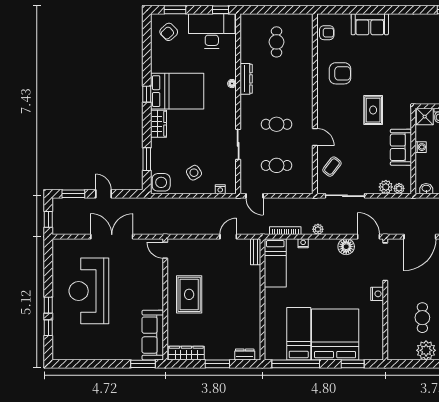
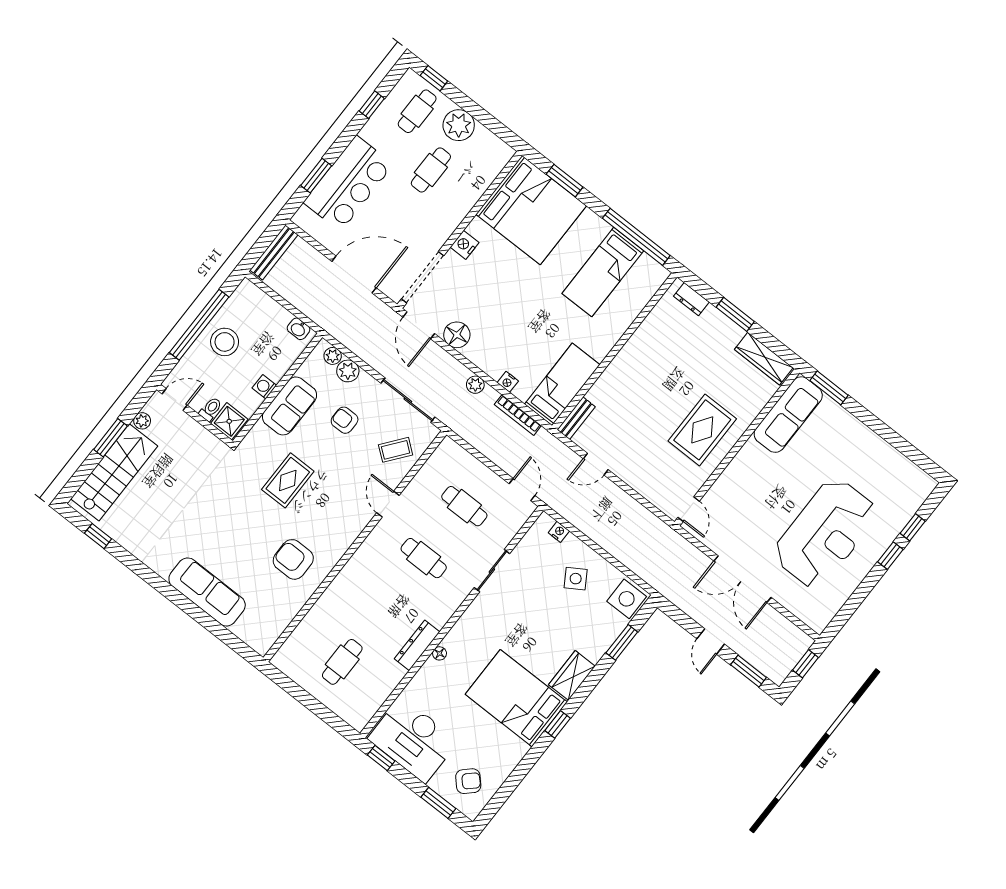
sofa: (370, 24) -> (207, 592), width x1.36
armchair: (327, 33) -> (345, 420), moved
bed: (335, 334) -> (531, 210), moved, turned -90

